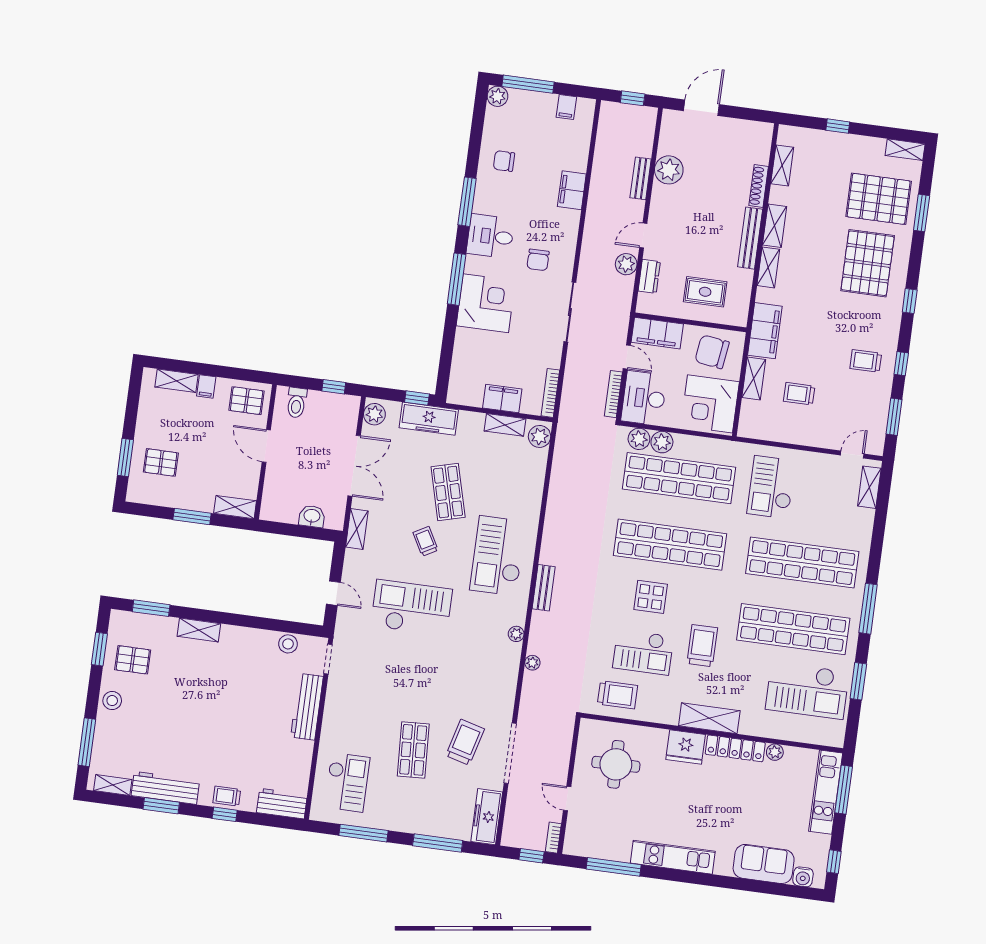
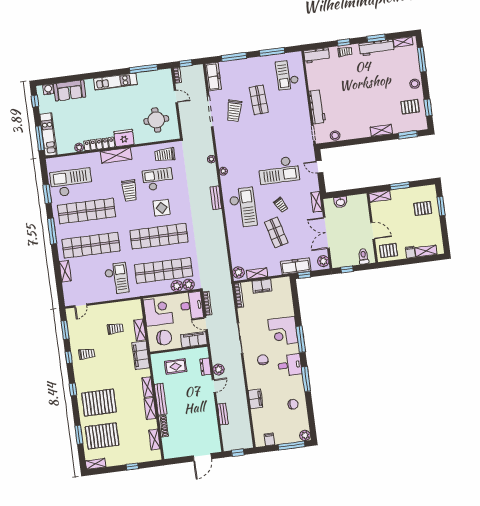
plant: (669, 170) -> (210, 422), removed
pallet: (868, 263) -> (99, 403), turned 90
shelving: (869, 487) -> (65, 271), moved

